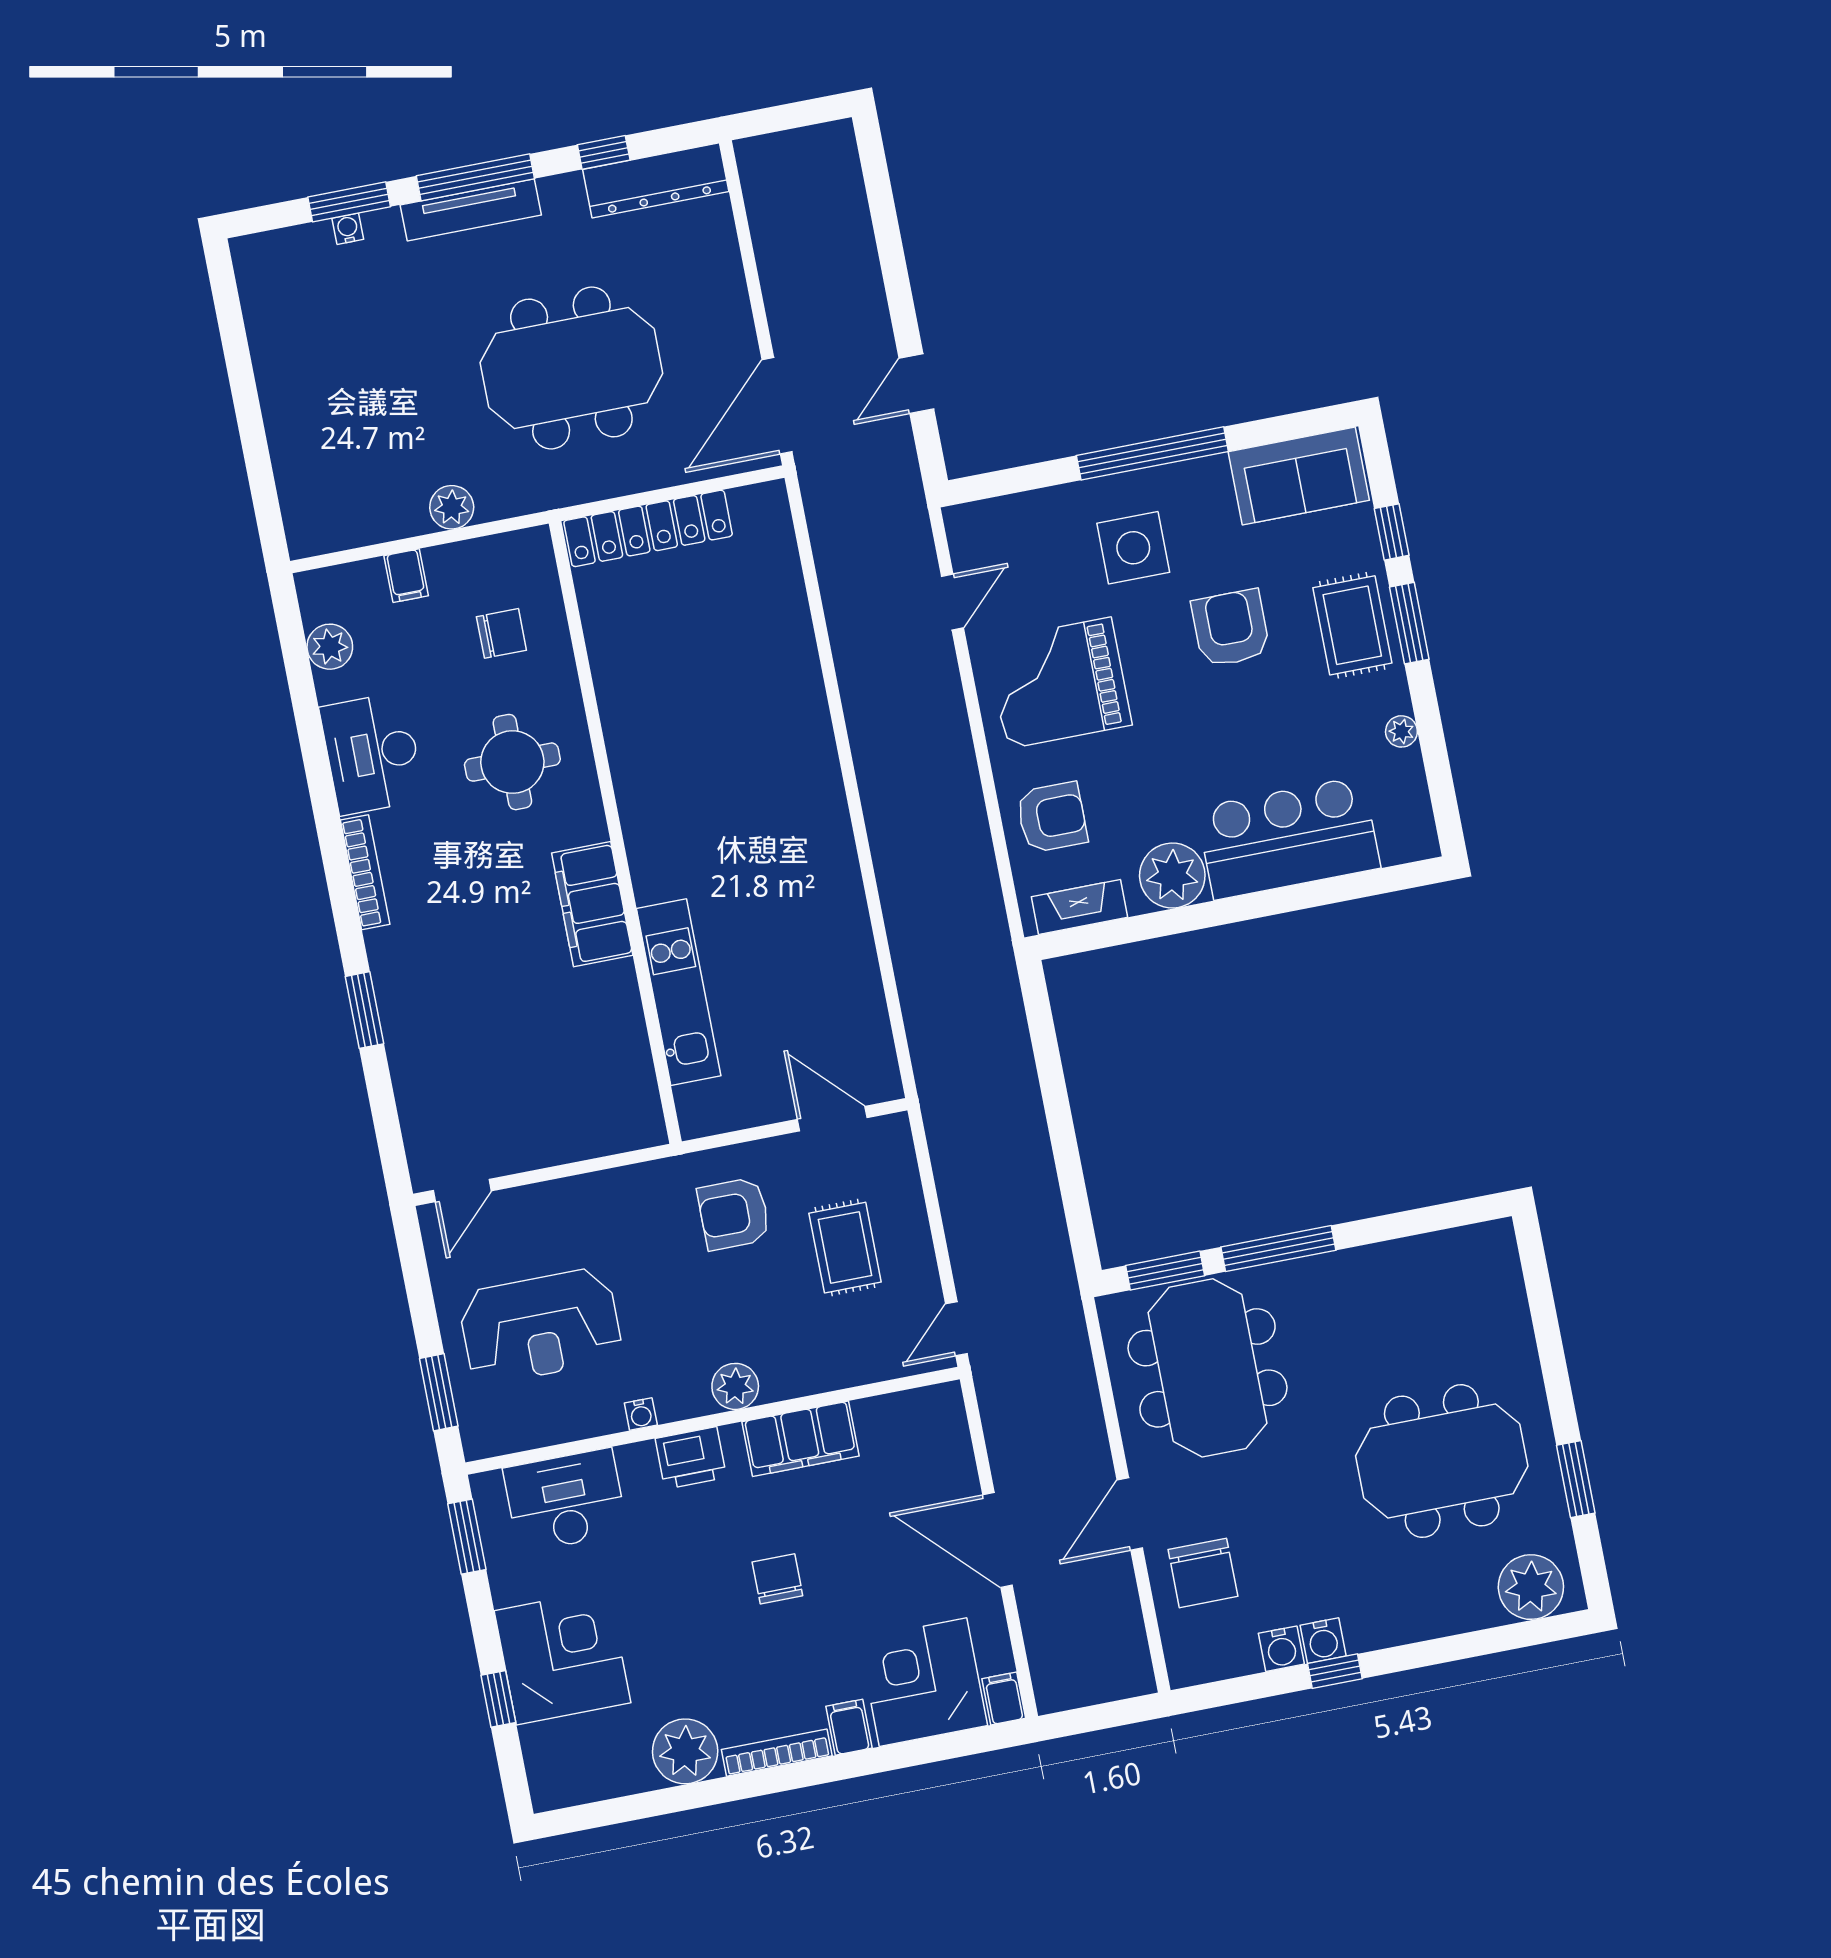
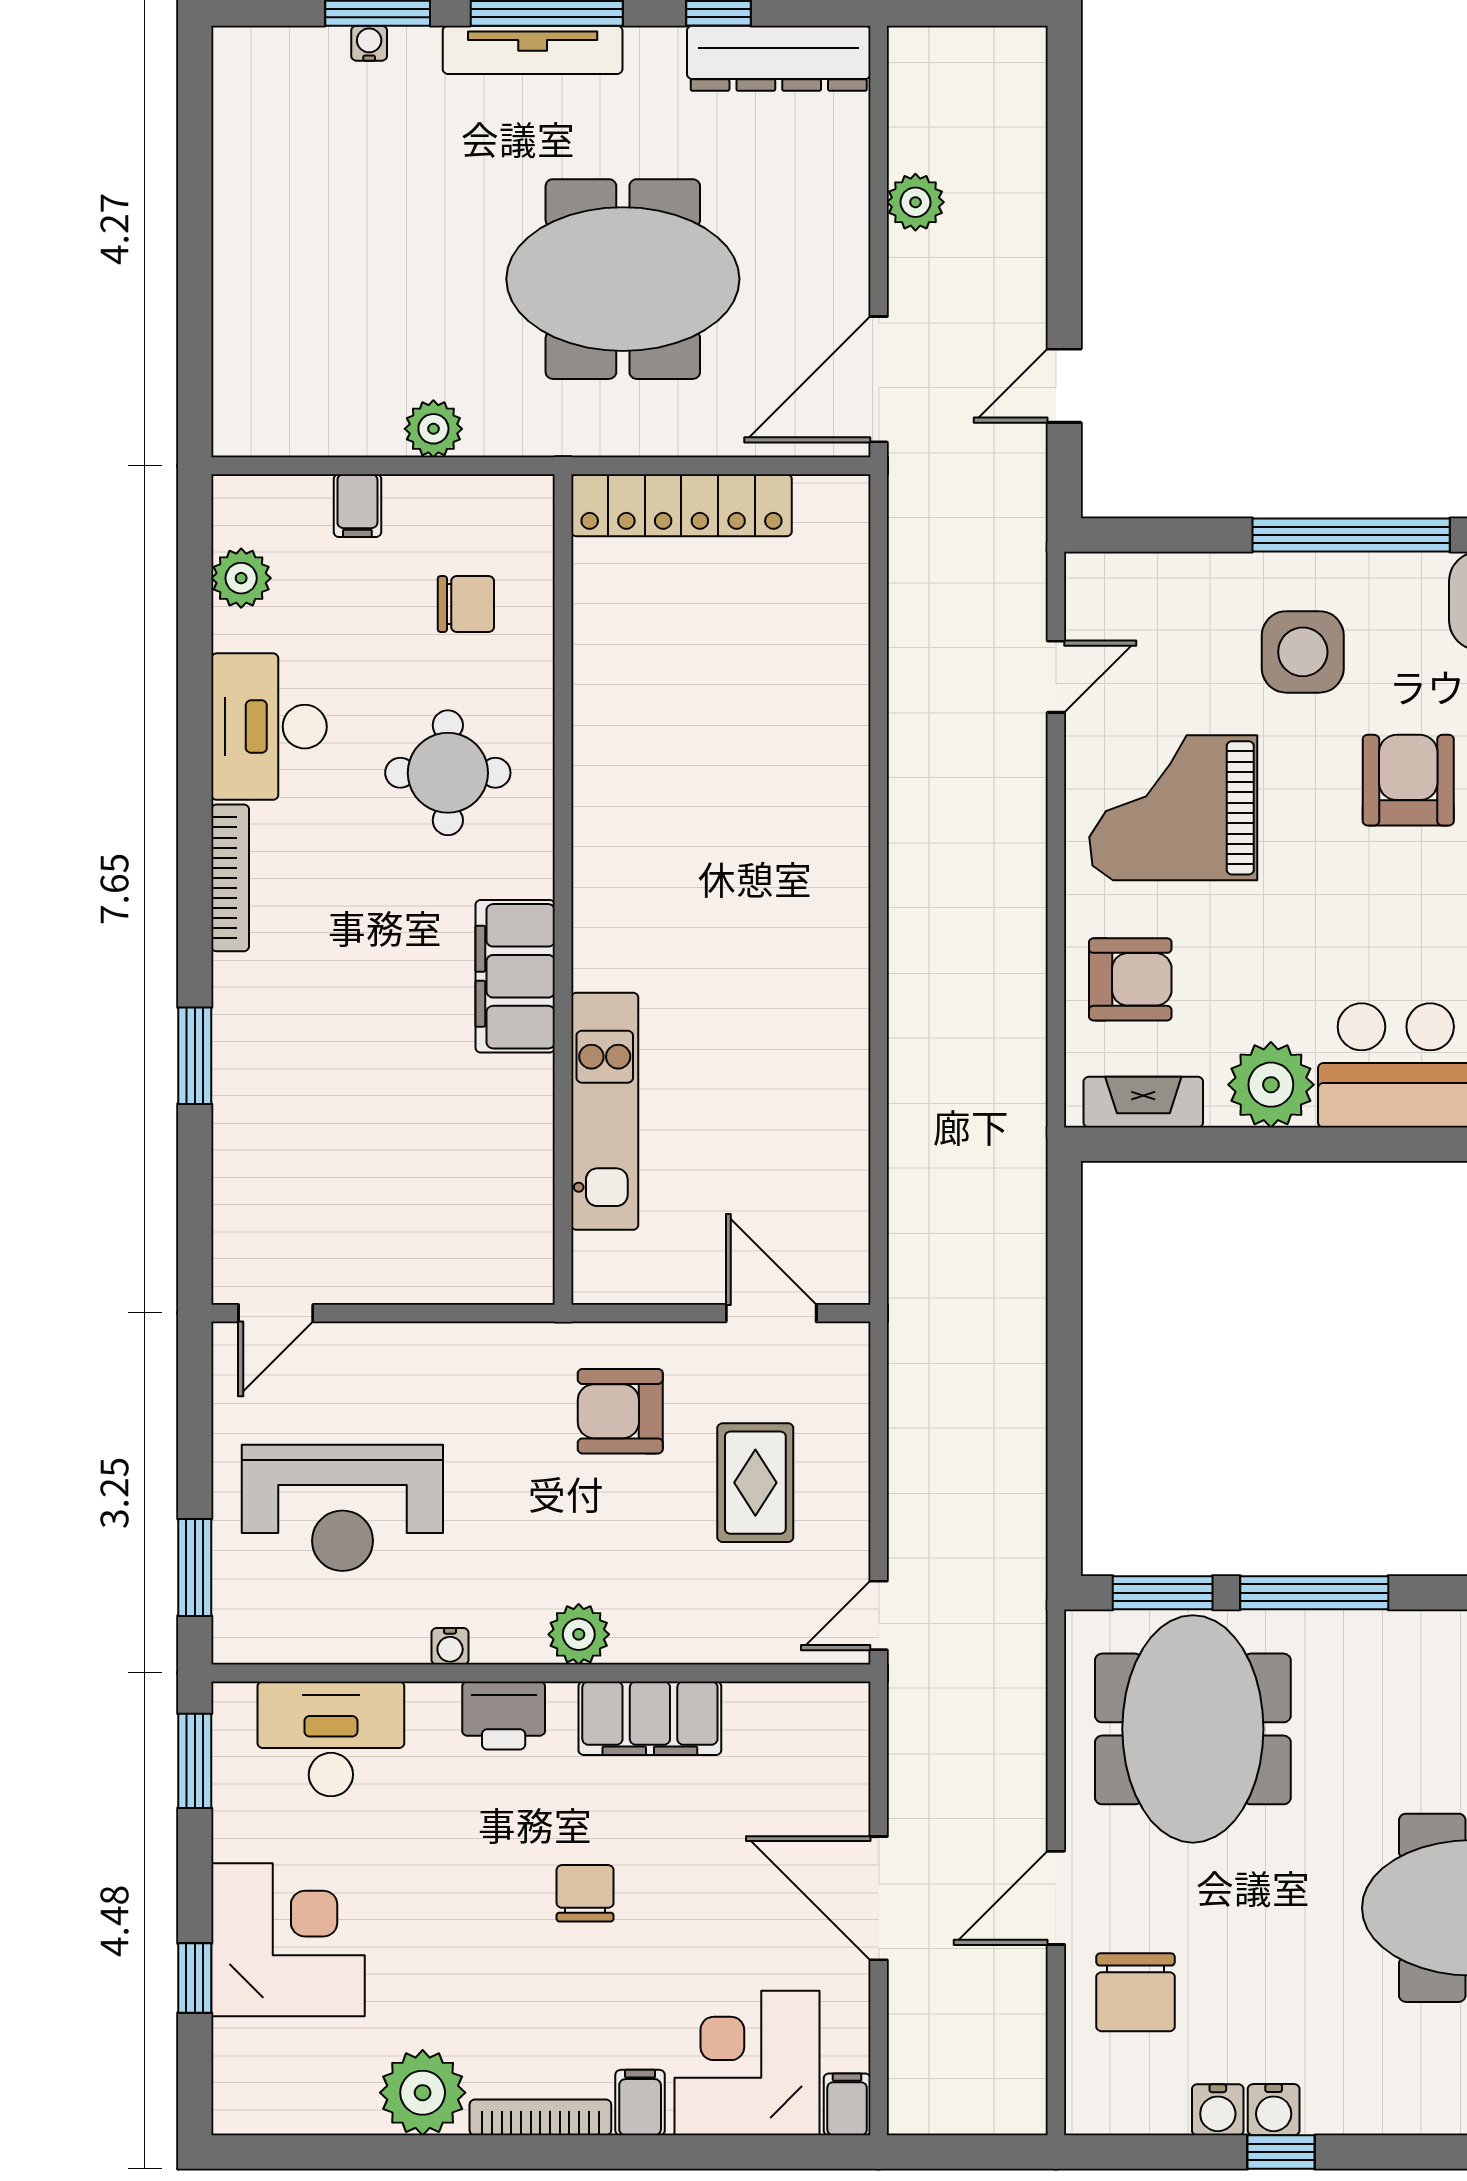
plant: (779, 268) -> (915, 202), added

